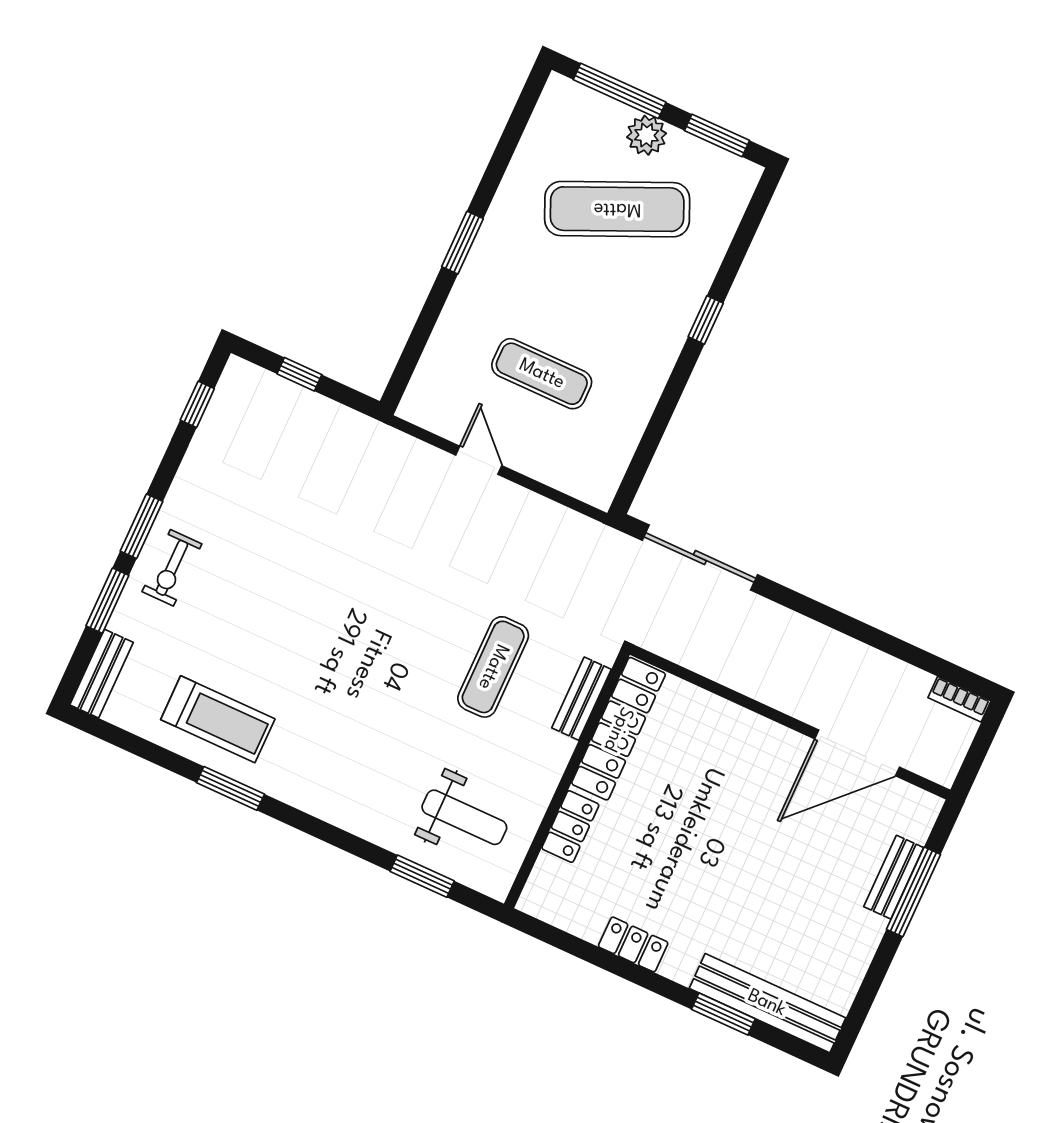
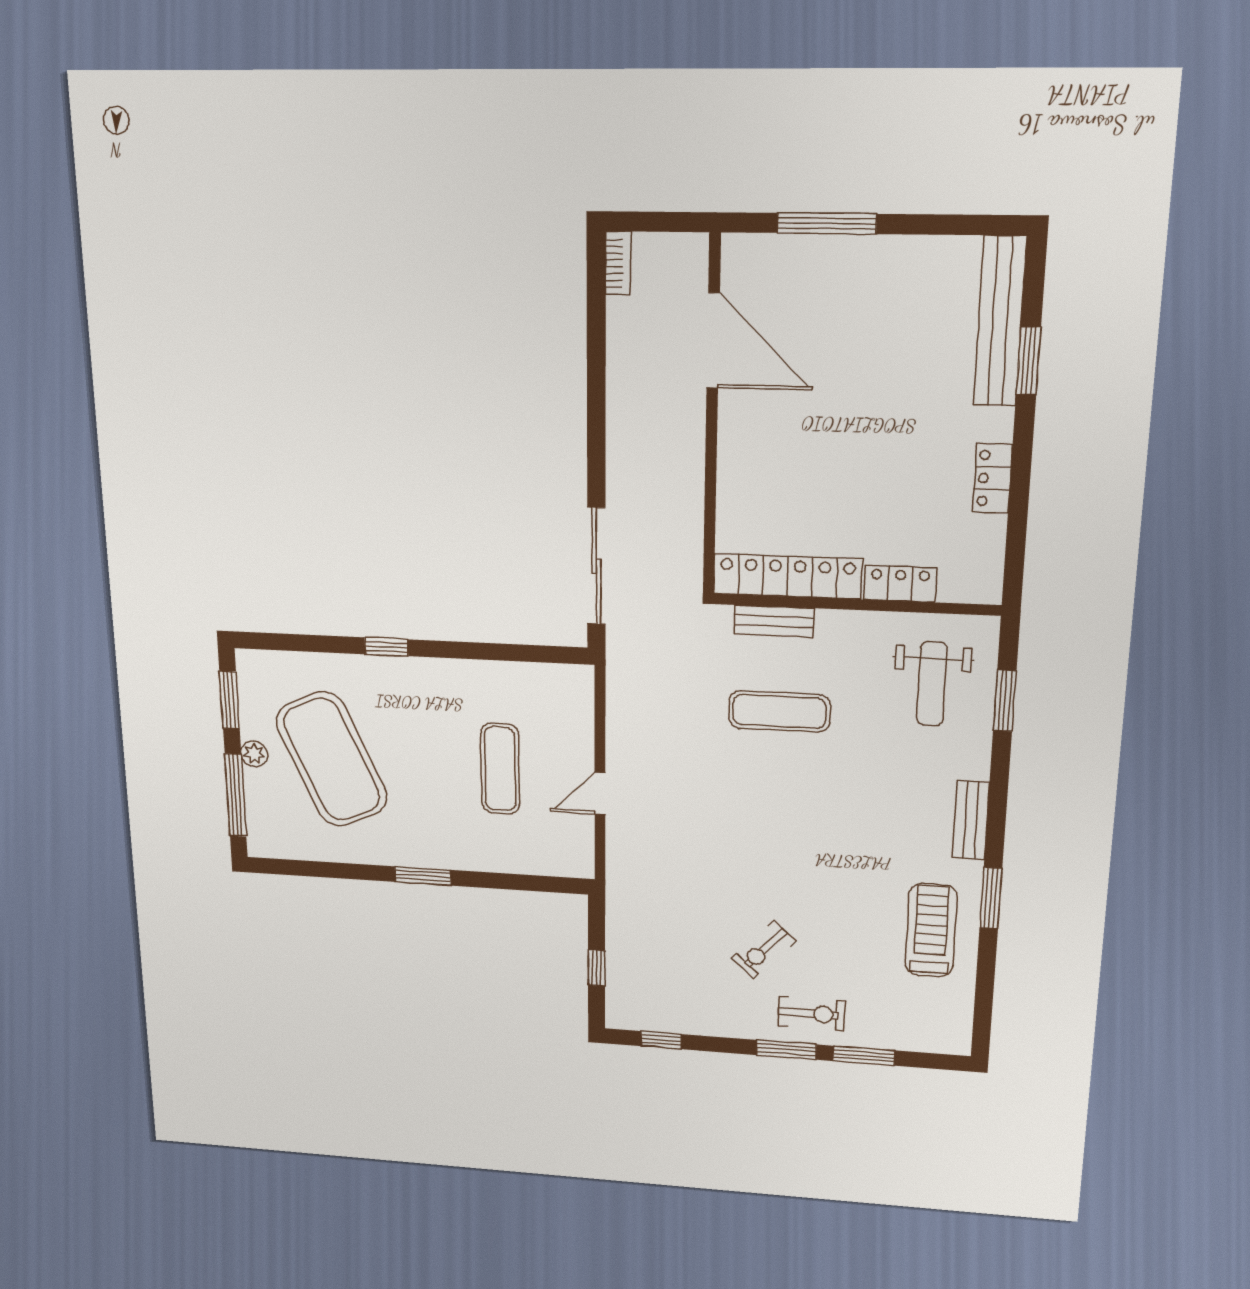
plant: (647, 135) -> (254, 754), width x0.73, depth x0.73
exercise mat: (617, 209) -> (332, 759), width x1.47
exercise bike: (257, 550) -> (764, 950), added
bench: (102, 674) -> (971, 820), moved, turned 90
weight bench: (464, 817) -> (932, 684), turned 180
bench: (894, 877) -> (820, 250), removed

